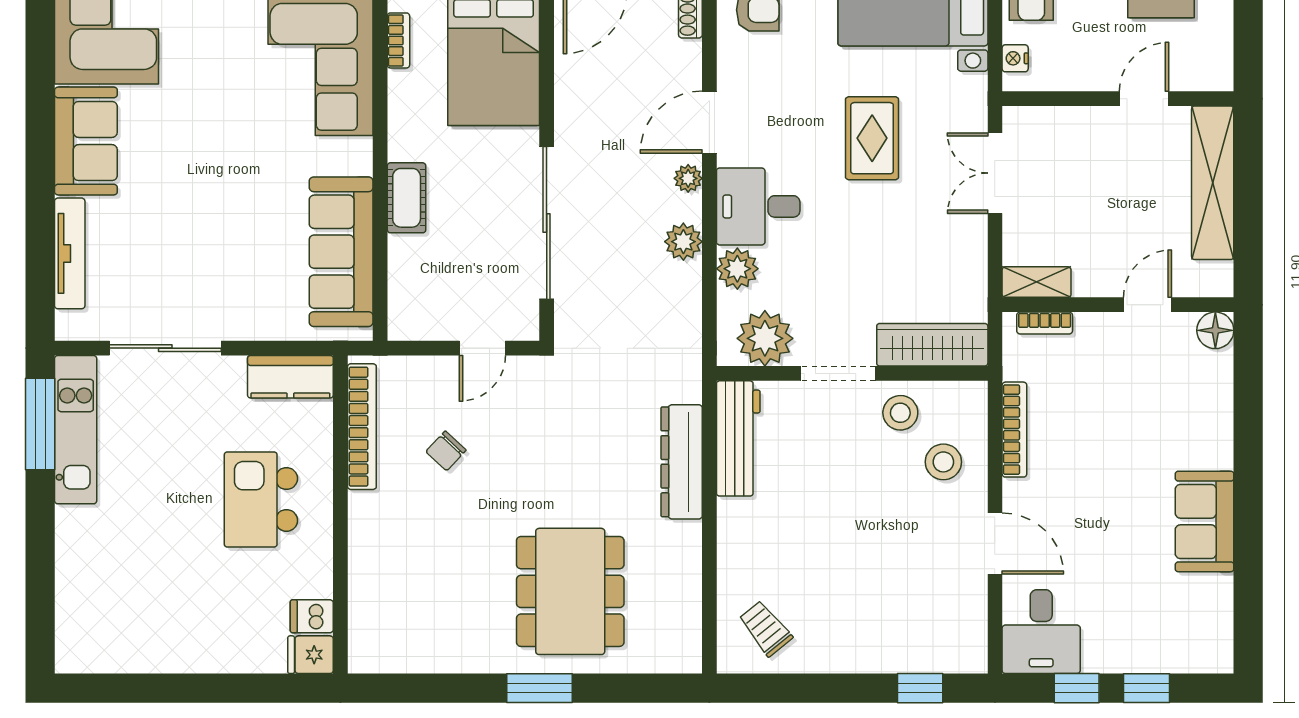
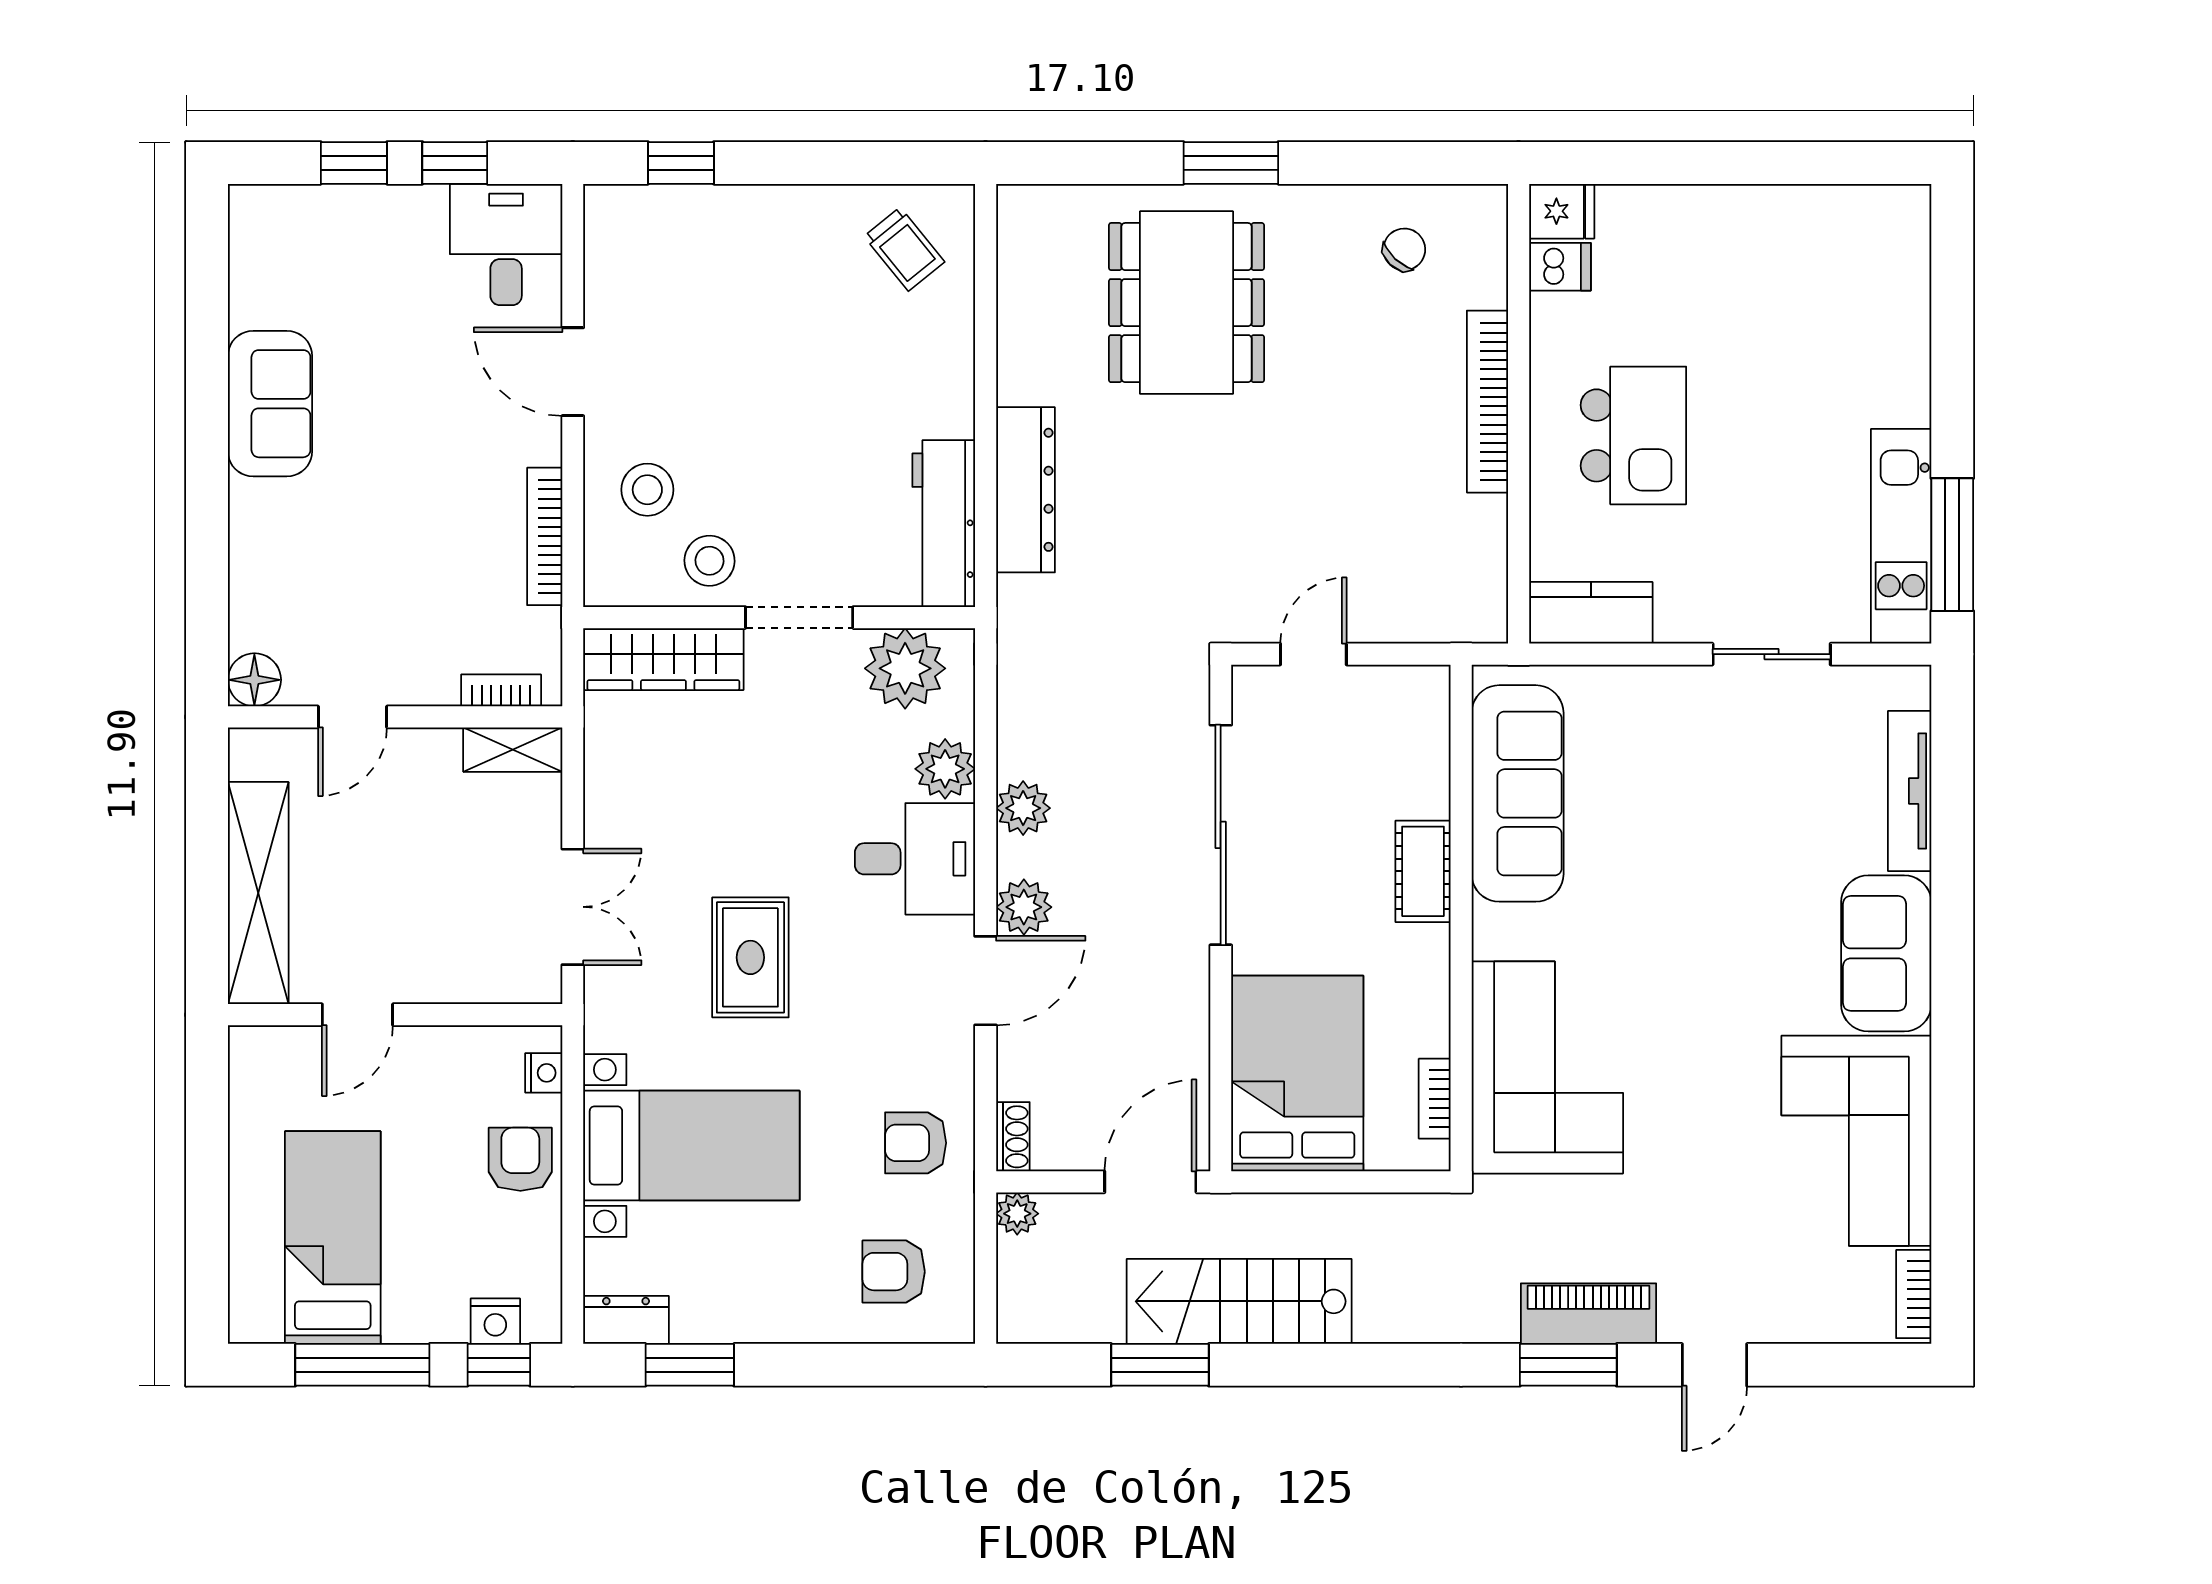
plant: (688, 178) -> (1024, 907), width x1.38, depth x1.38
sliding door: (165, 348) -> (1772, 654), width x0.73
bookcase: (362, 427) -> (1487, 402), moved
chair: (446, 451) -> (1404, 249), moved

